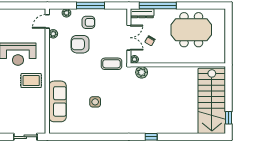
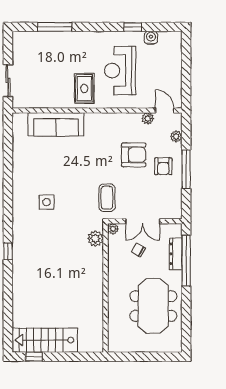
dresser: (142, 13) -> (176, 254), moved
armchair: (80, 44) -> (134, 155), turned 90
stairs: (212, 101) -> (45, 340), width x0.73, depth x0.66
side table: (95, 102) -> (47, 202), moved

